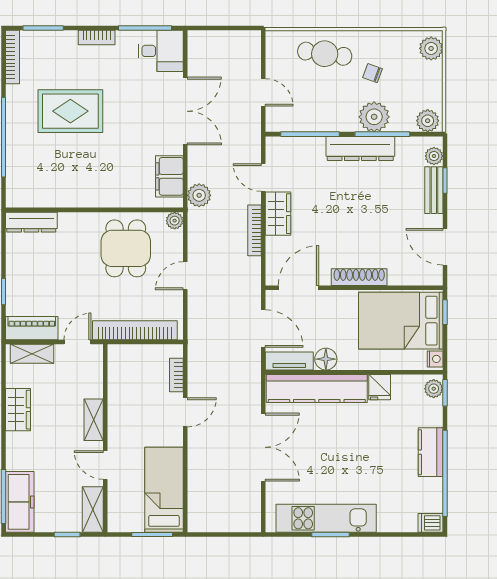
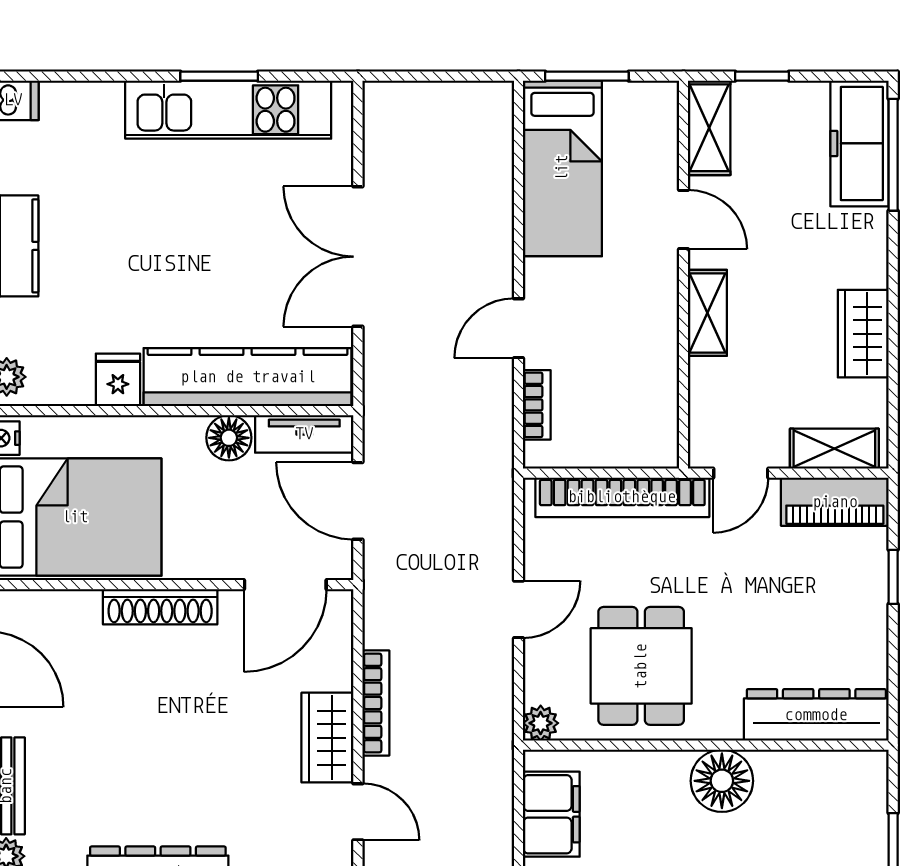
floor lamp: (87, 193) -> (722, 781), added
plant: (199, 195) -> (490, 775), removed
dresser: (31, 222) -> (816, 715), width x1.37, depth x1.24

